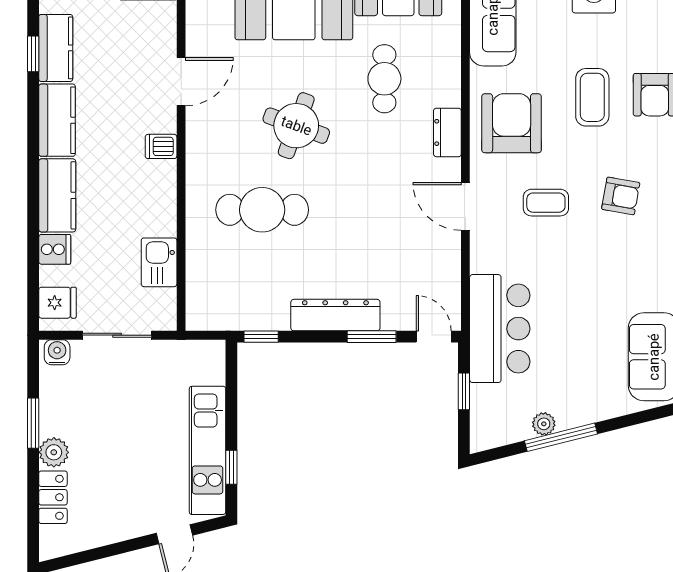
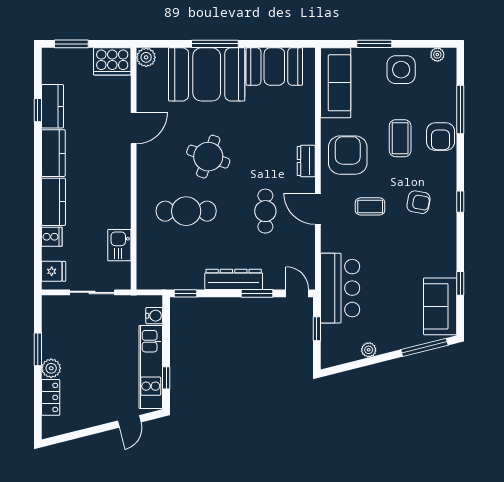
cafe table: (384, 79) -> (265, 211), moved
dishwasher: (161, 146) -> (121, 170), removed
water cooler: (57, 352) -> (154, 316), moved, turned 90
window: (561, 437) -> (424, 347), moved

